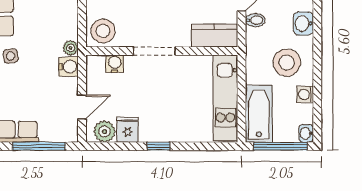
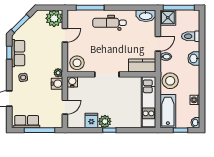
stool: (287, 63) -> (170, 81), moved
water cooler: (115, 64) -> (72, 82), moved
plant: (105, 131) -> (105, 121), moved
window: (280, 146) -> (180, 130), width x0.46

